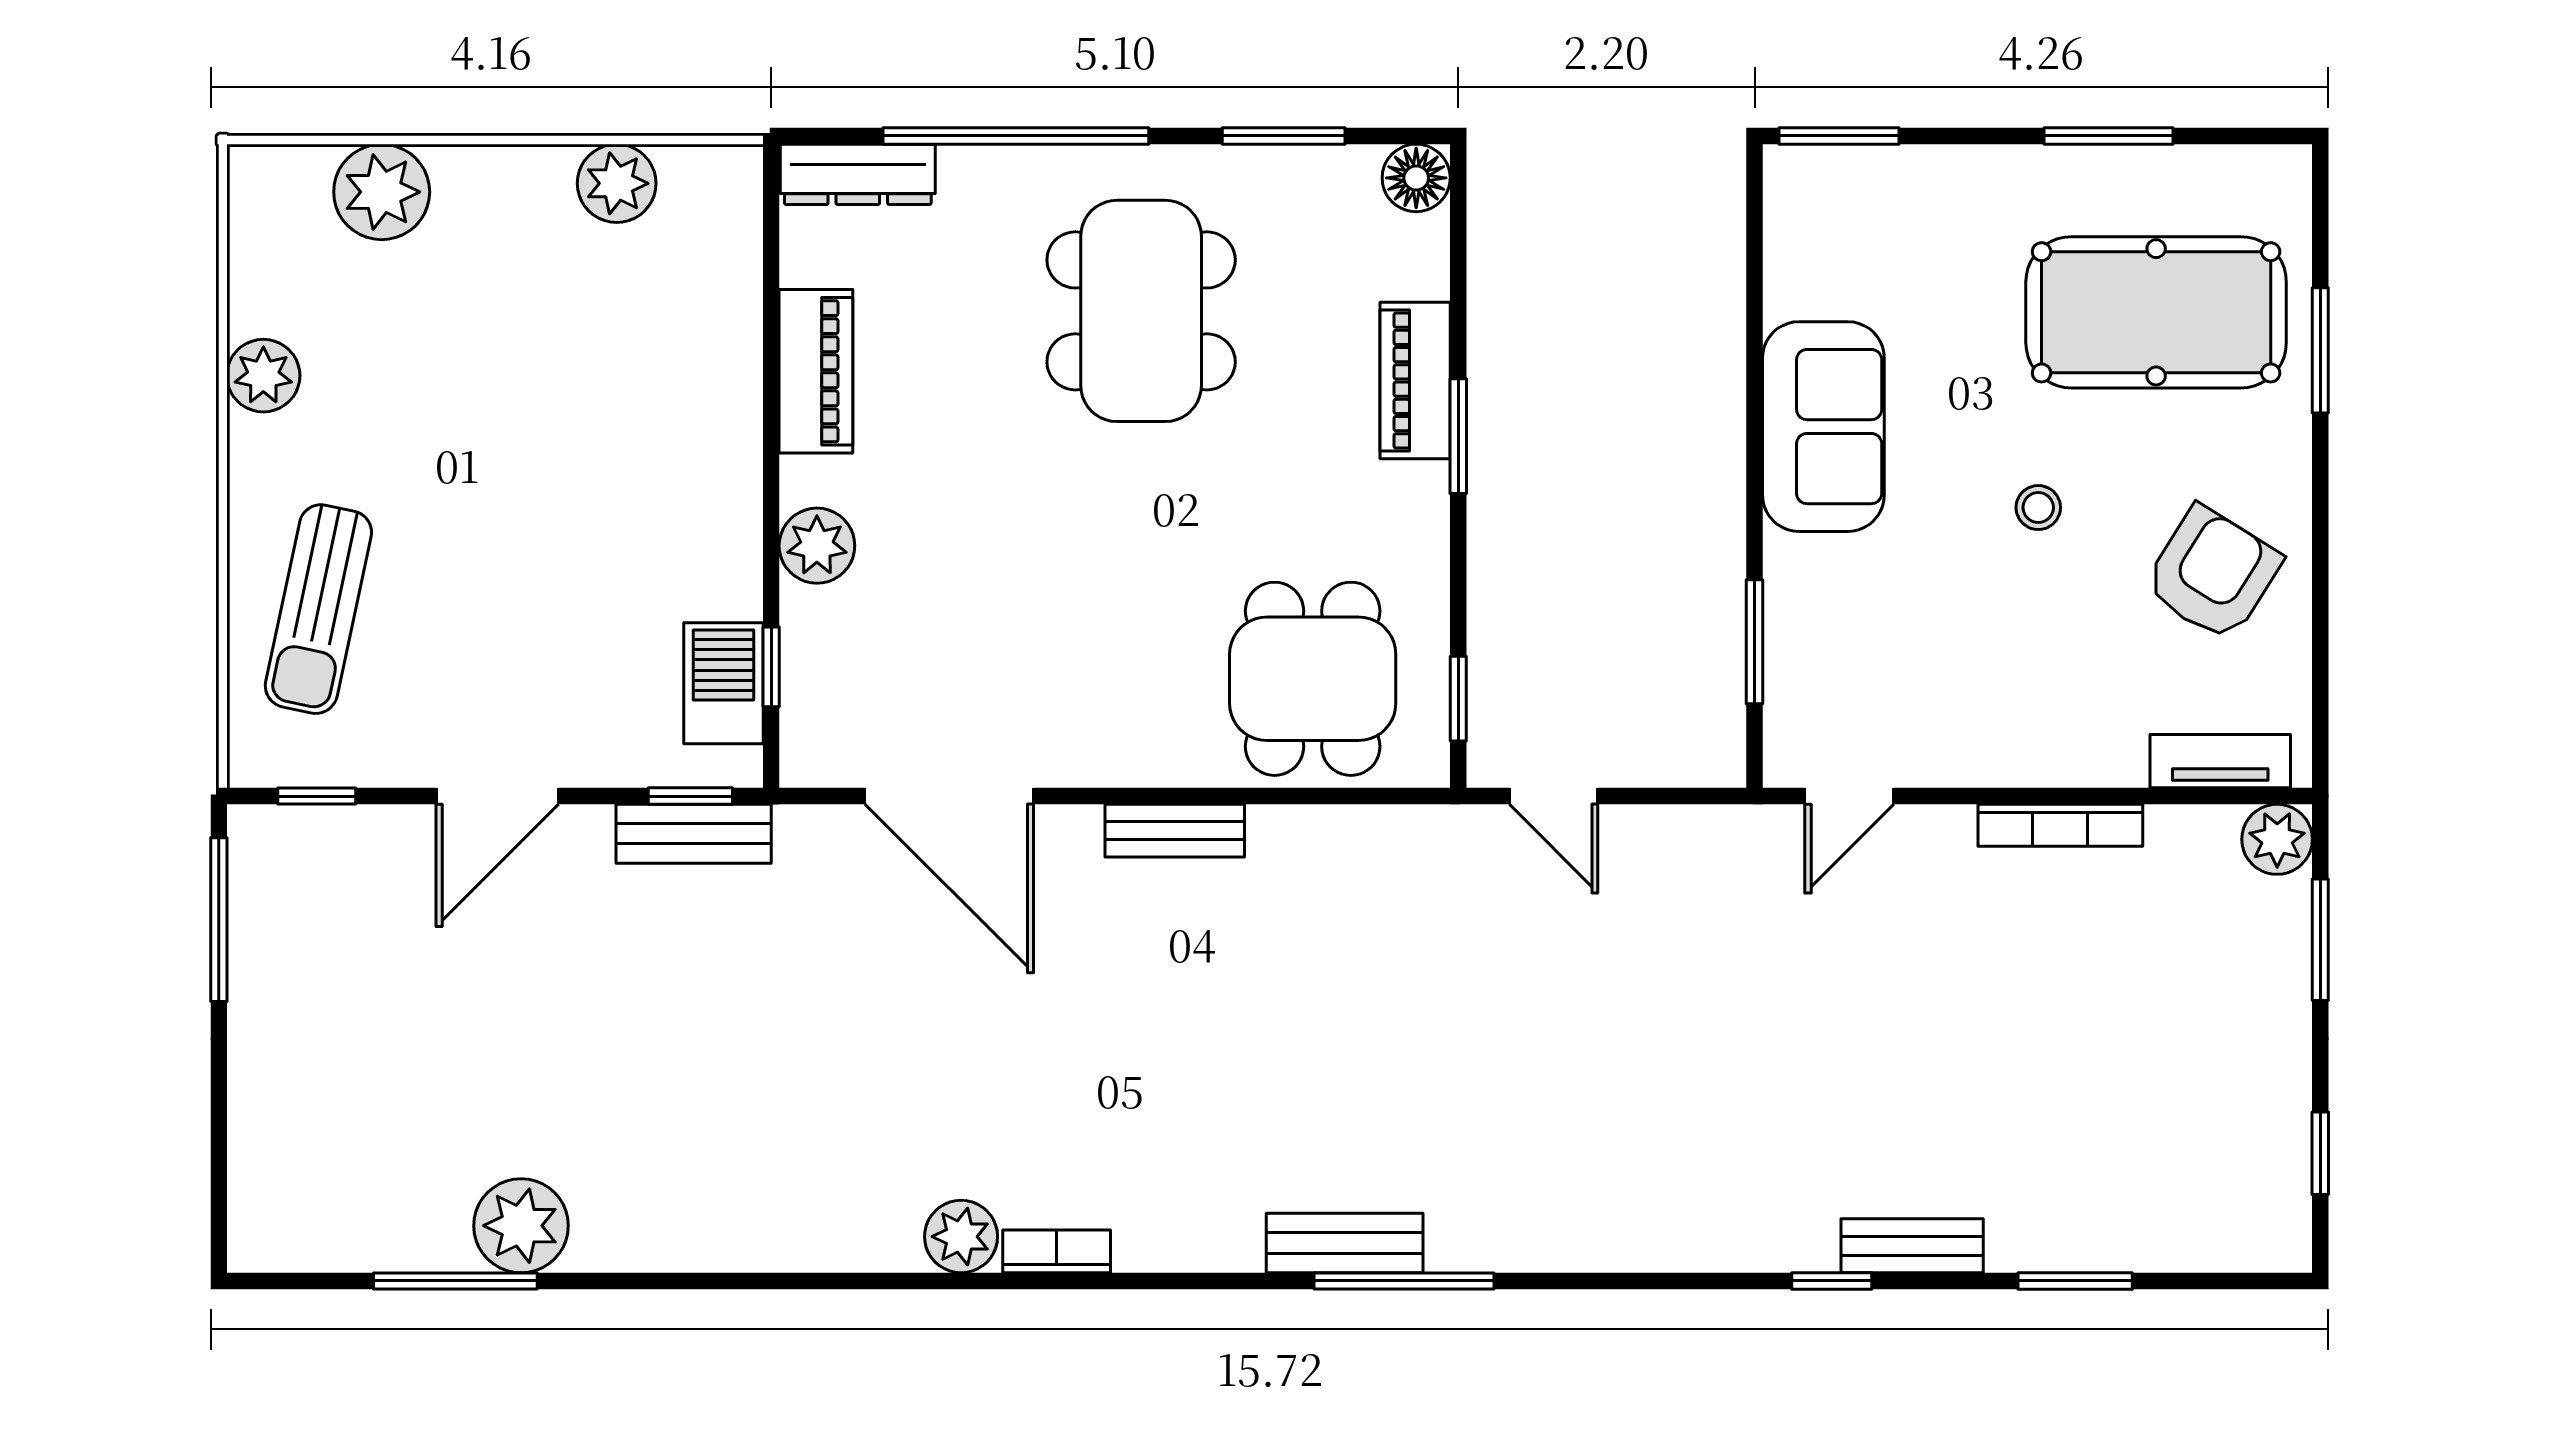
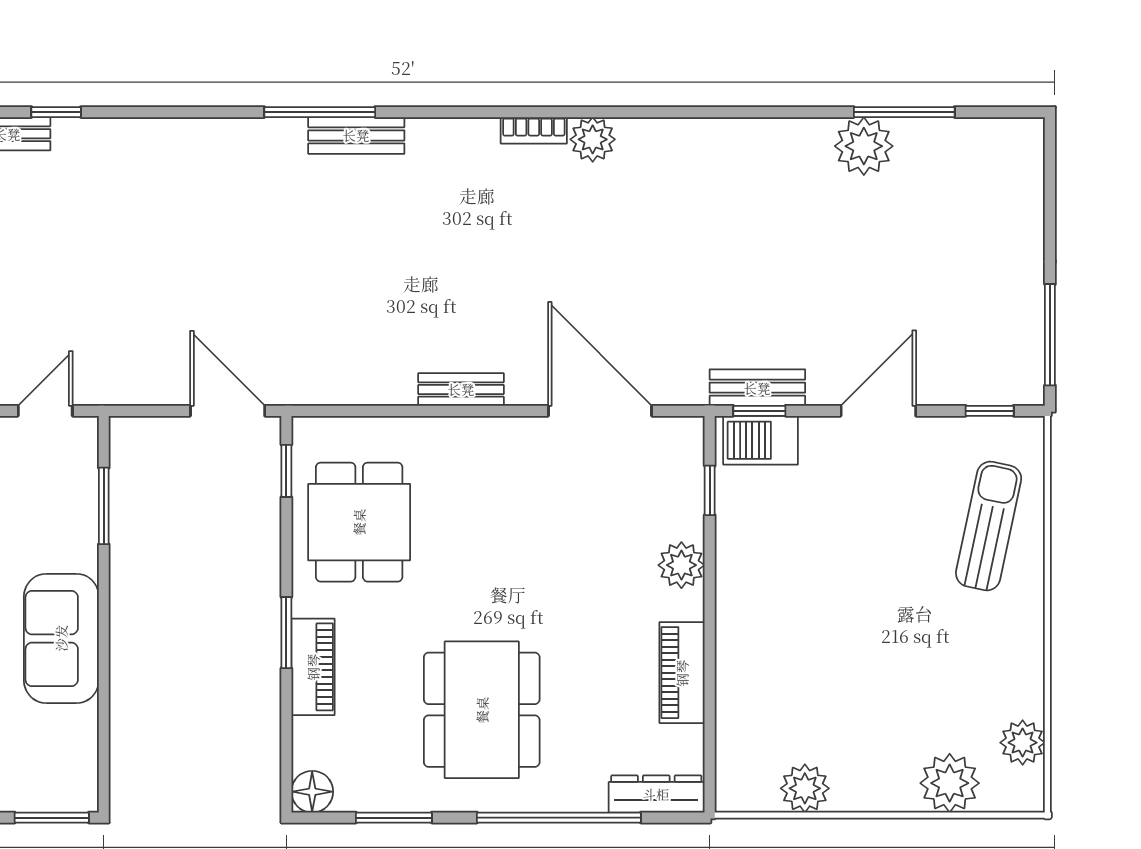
plant: (263, 376) -> (1023, 743), moved
dining table: (1313, 679) -> (359, 522), moved
barbecue: (723, 683) -> (761, 440), moved, turned 90
door: (1554, 796) -> (228, 411), width x1.38

